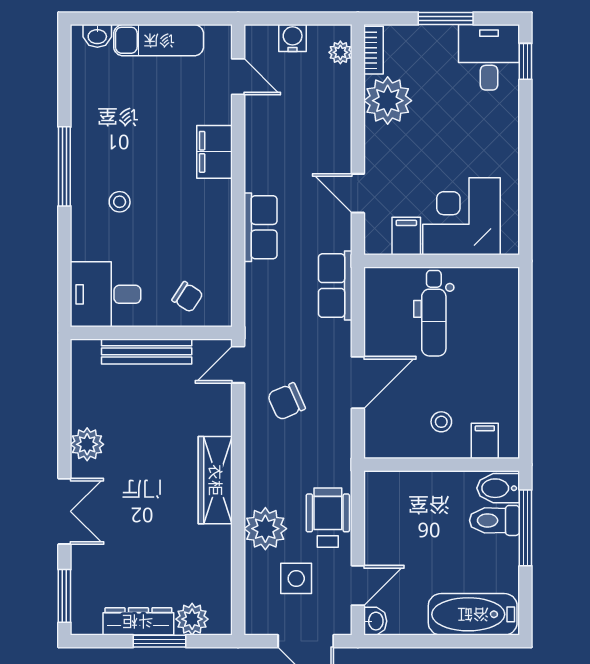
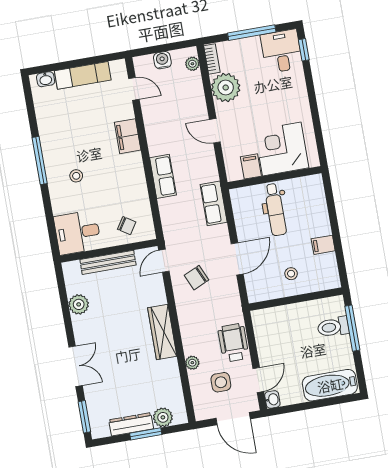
window: (446, 19) -> (252, 33), width x1.44
door: (358, 193) -> (215, 131), moved
filing cabinet: (485, 441) -> (323, 245), moved, turned -90
plant: (87, 444) -> (79, 304), moved
bidet: (498, 488) -> (332, 307), removed
plant: (265, 529) -> (192, 363), width x0.53, depth x0.53

